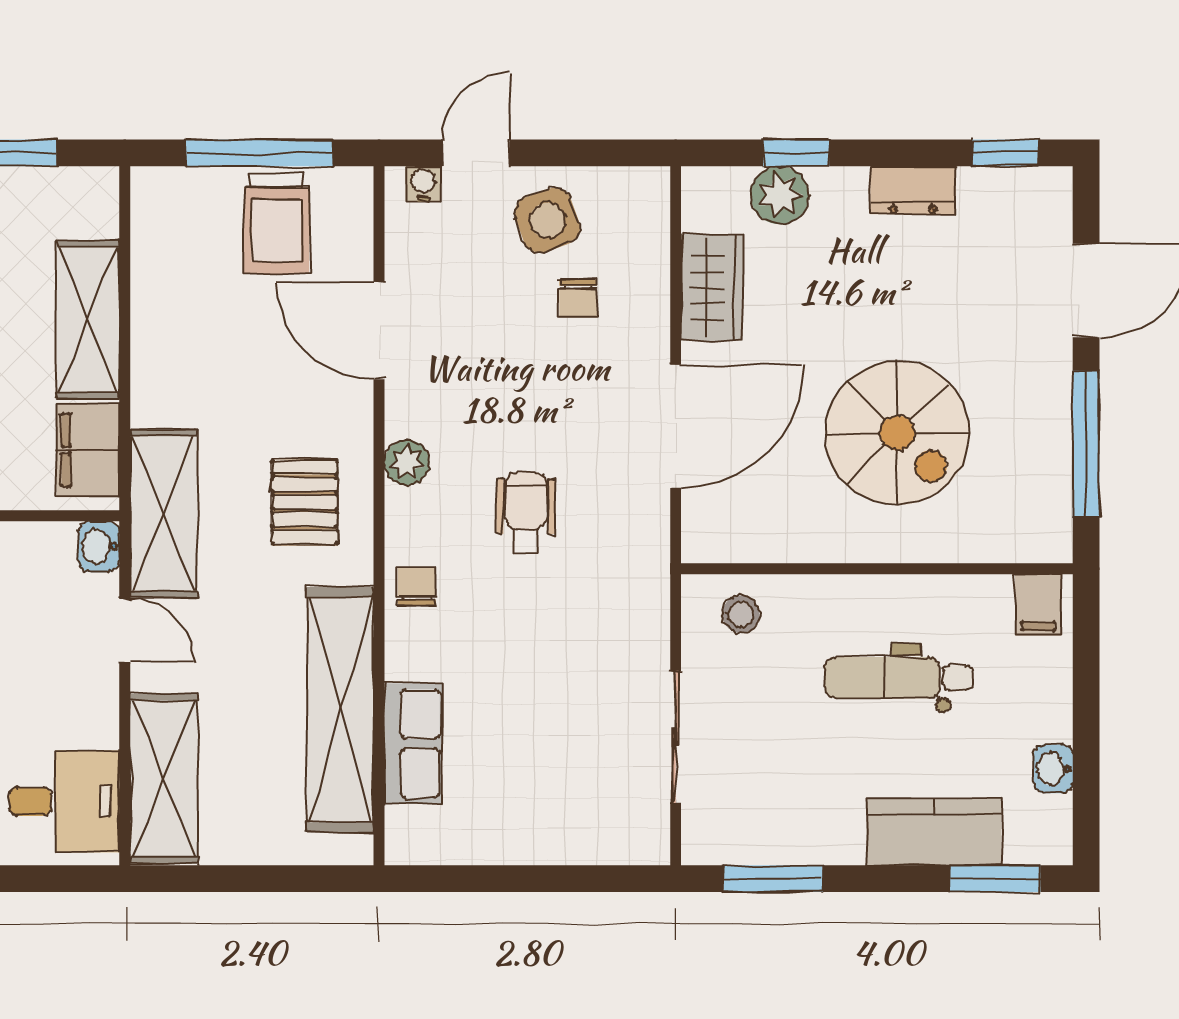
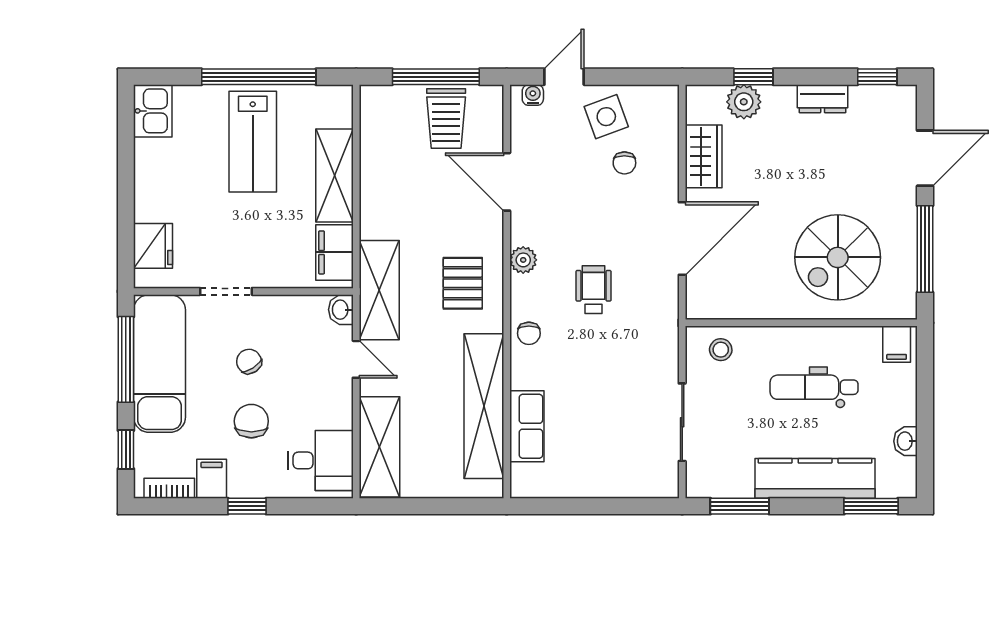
spiral stairs: (897, 433) -> (838, 257), moved, turned 90
chair: (417, 587) -> (529, 333), turned 180
kitchen counter: (934, 832) -> (815, 478), width x1.50

